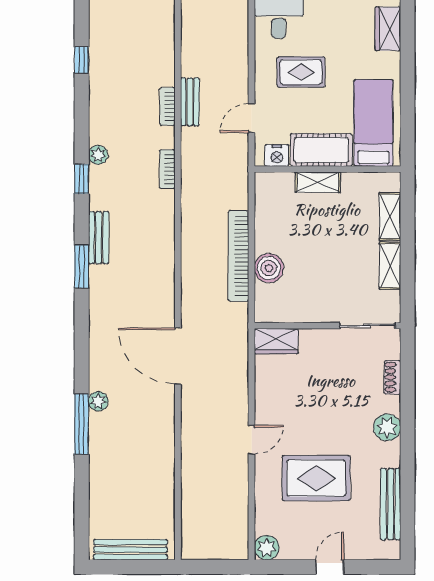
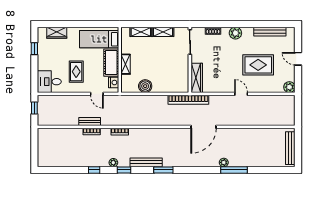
window: (82, 60) -> (94, 170), moved
bench: (99, 238) -> (146, 162), width x1.36
bookcase: (238, 256) -> (188, 100), moved
boiler: (269, 268) -> (145, 86), moved
wardrobe: (276, 341) -> (197, 78), width x1.50
rug: (316, 478) -> (258, 65), turned 90

